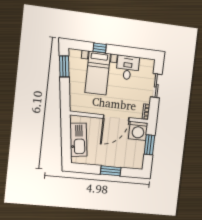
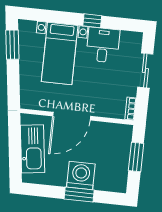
window: (100, 48) -> (92, 21), moved
door: (116, 118) -> (72, 116), moved
washing machine: (138, 131) -> (81, 176), moved, turned 180

